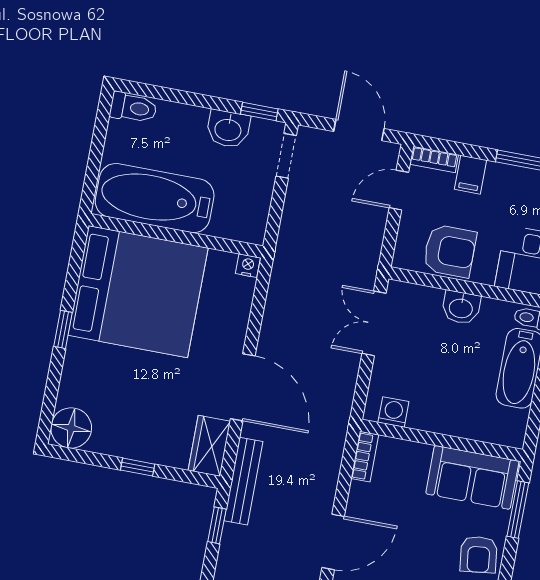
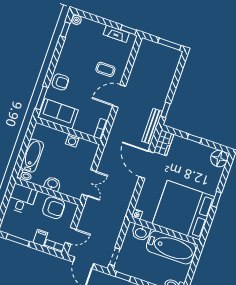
washbasin: (228, 129) -> (141, 233), moved, turned 180
armchair: (450, 251) -> (54, 208), turned 180
washing machine: (393, 412) -> (72, 140), moved
armchair: (479, 555) -> (60, 82), turned 97

